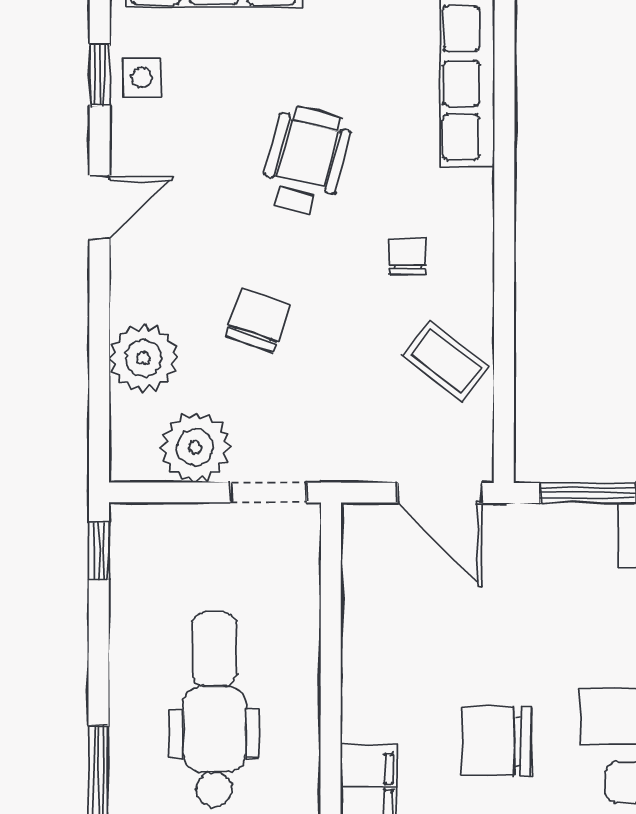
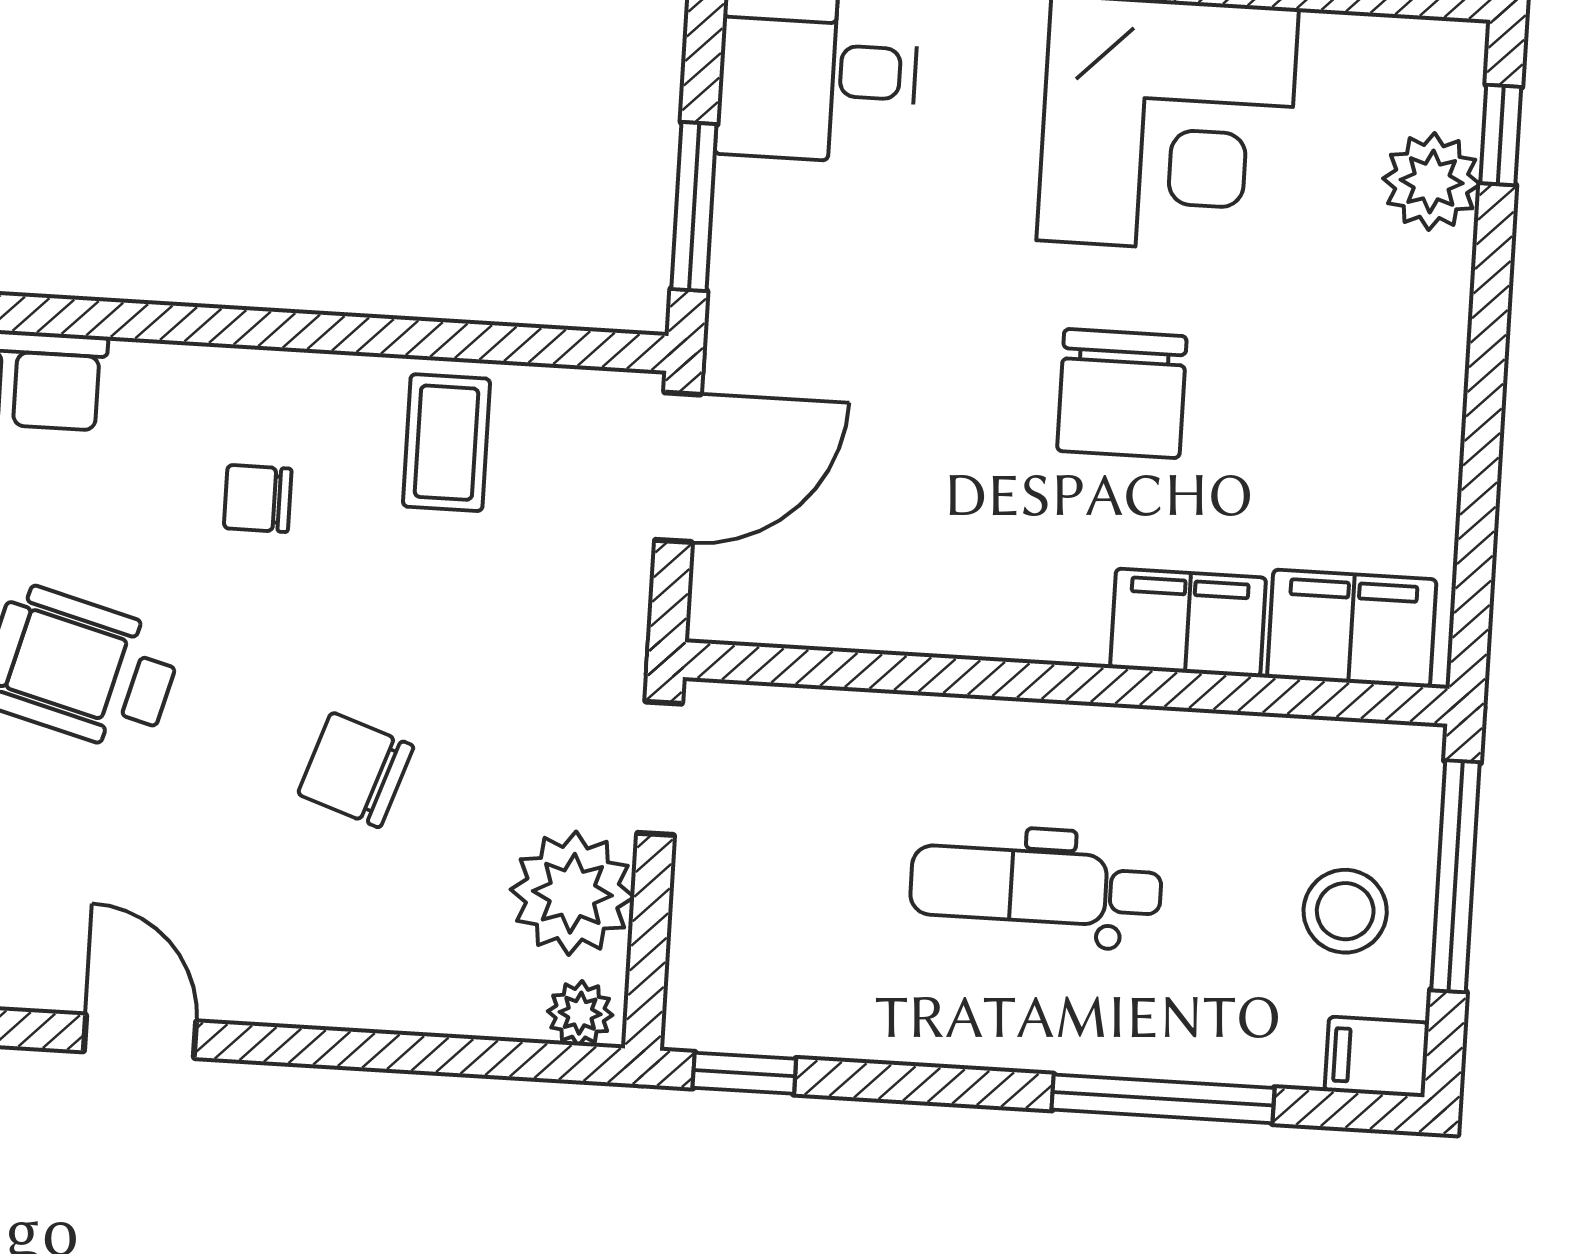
plant: (144, 358) -> (580, 1013), moved, width x0.53, depth x0.53
coffee table: (446, 361) -> (447, 443), turned -38
dental chair: (214, 709) -> (1036, 886), width x0.73, depth x0.72

